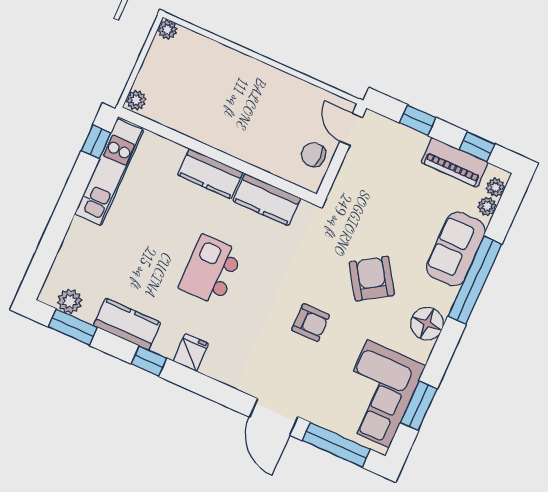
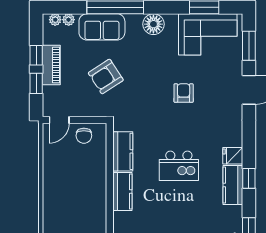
window: (477, 147) -> (36, 55), moved
piano: (455, 162) -> (51, 65), moved
armchair: (372, 279) -> (106, 77), moved
kitchen counter: (127, 324) -> (233, 185), moved
window: (336, 445) -> (249, 46), width x0.69

